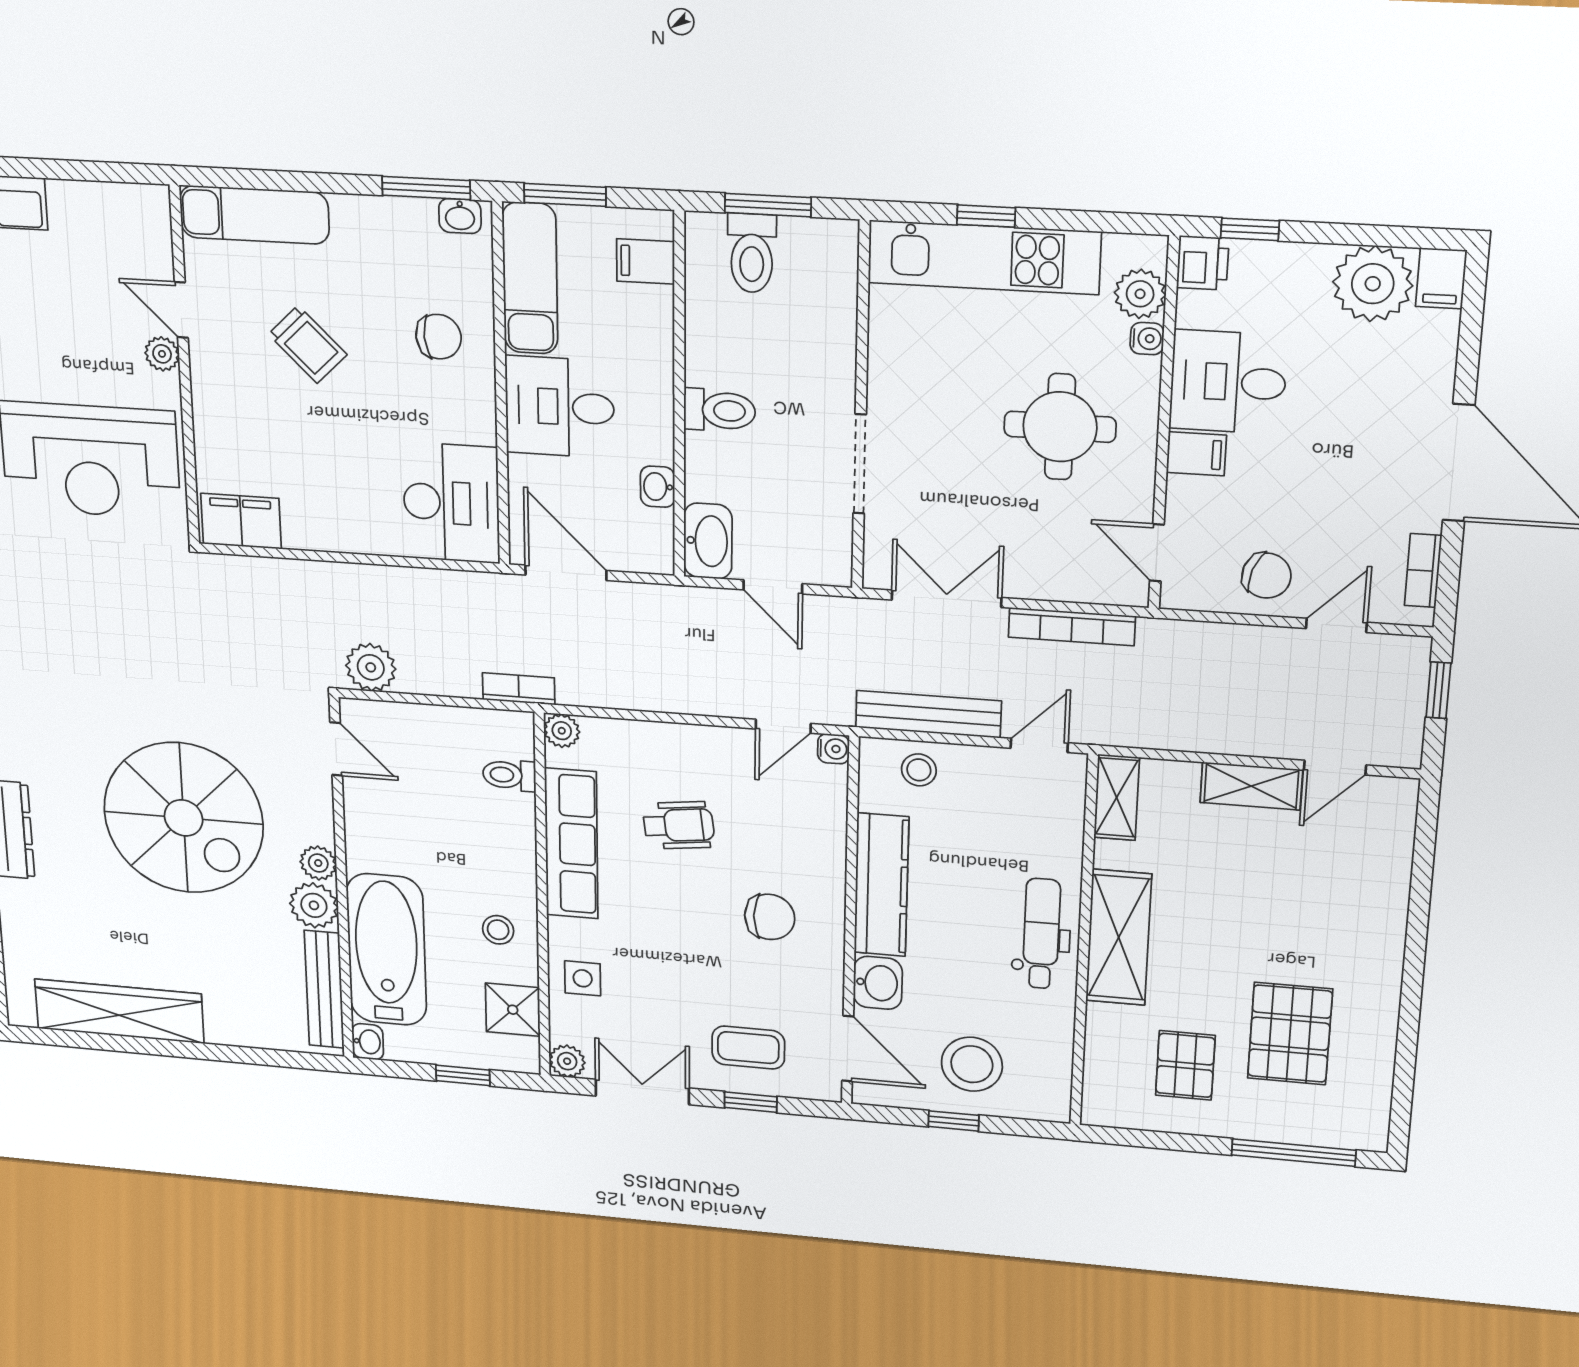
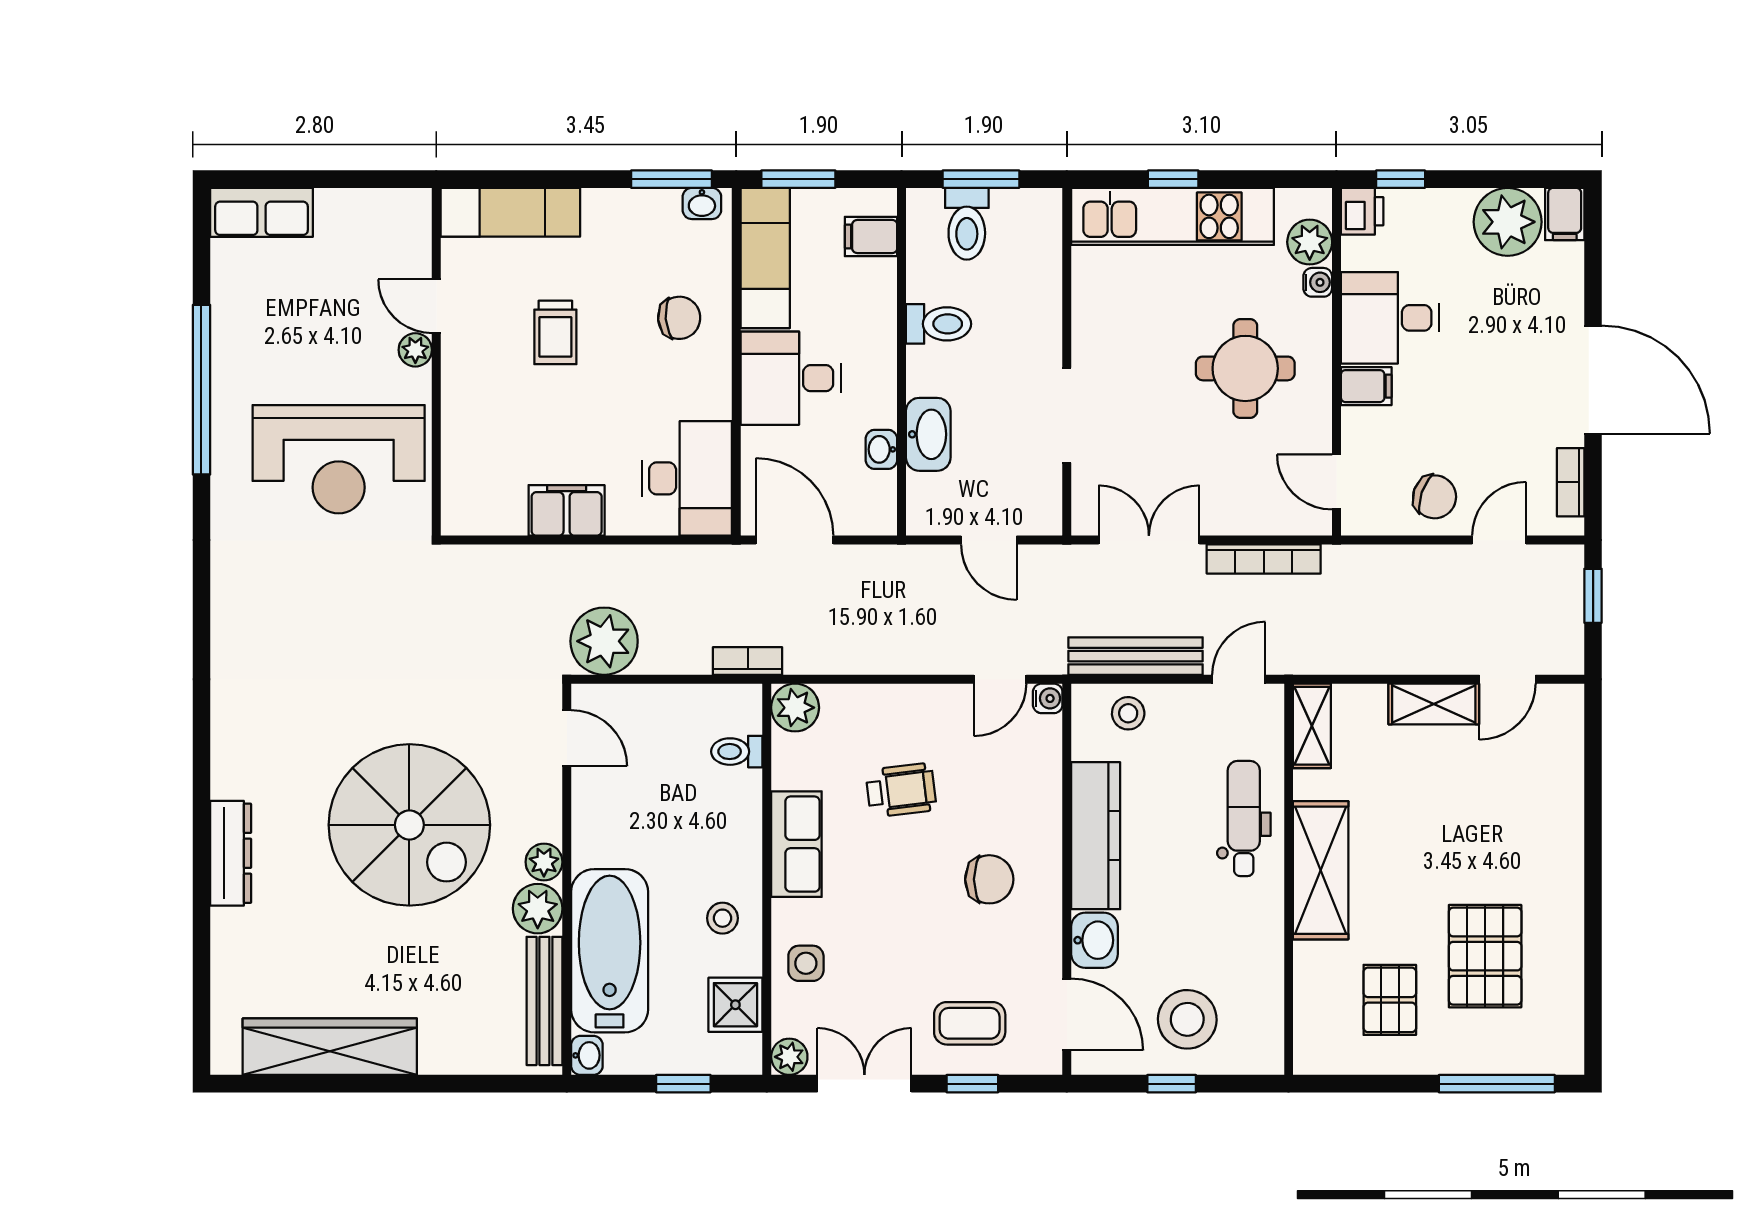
trolley: (308, 344) -> (555, 332), turned 45
toilet: (720, 410) -> (939, 324), moved
filing cabinet: (241, 521) -> (567, 510), moved
washbasin: (708, 541) -> (928, 434), moved
plant: (371, 667) -> (604, 641), width x1.36, depth x1.36
plant: (562, 731) -> (795, 708), width x1.38, depth x1.38
row of seats: (571, 844) -> (796, 844), width x0.68
dental chair: (1041, 934) -> (1244, 819), moved

